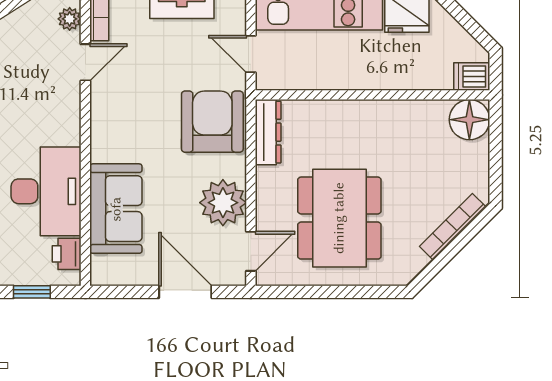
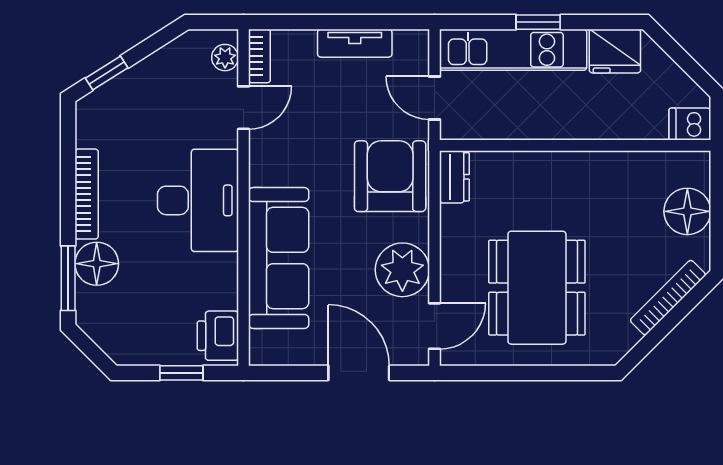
floor lamp: (469, 120) -> (687, 211), moved
dresser: (268, 132) -> (454, 177), width x0.70
desk: (46, 191) -> (198, 200), moved
sofa: (116, 209) -> (279, 258), width x1.36
printer: (67, 254) -> (218, 336), width x1.36, depth x1.24

